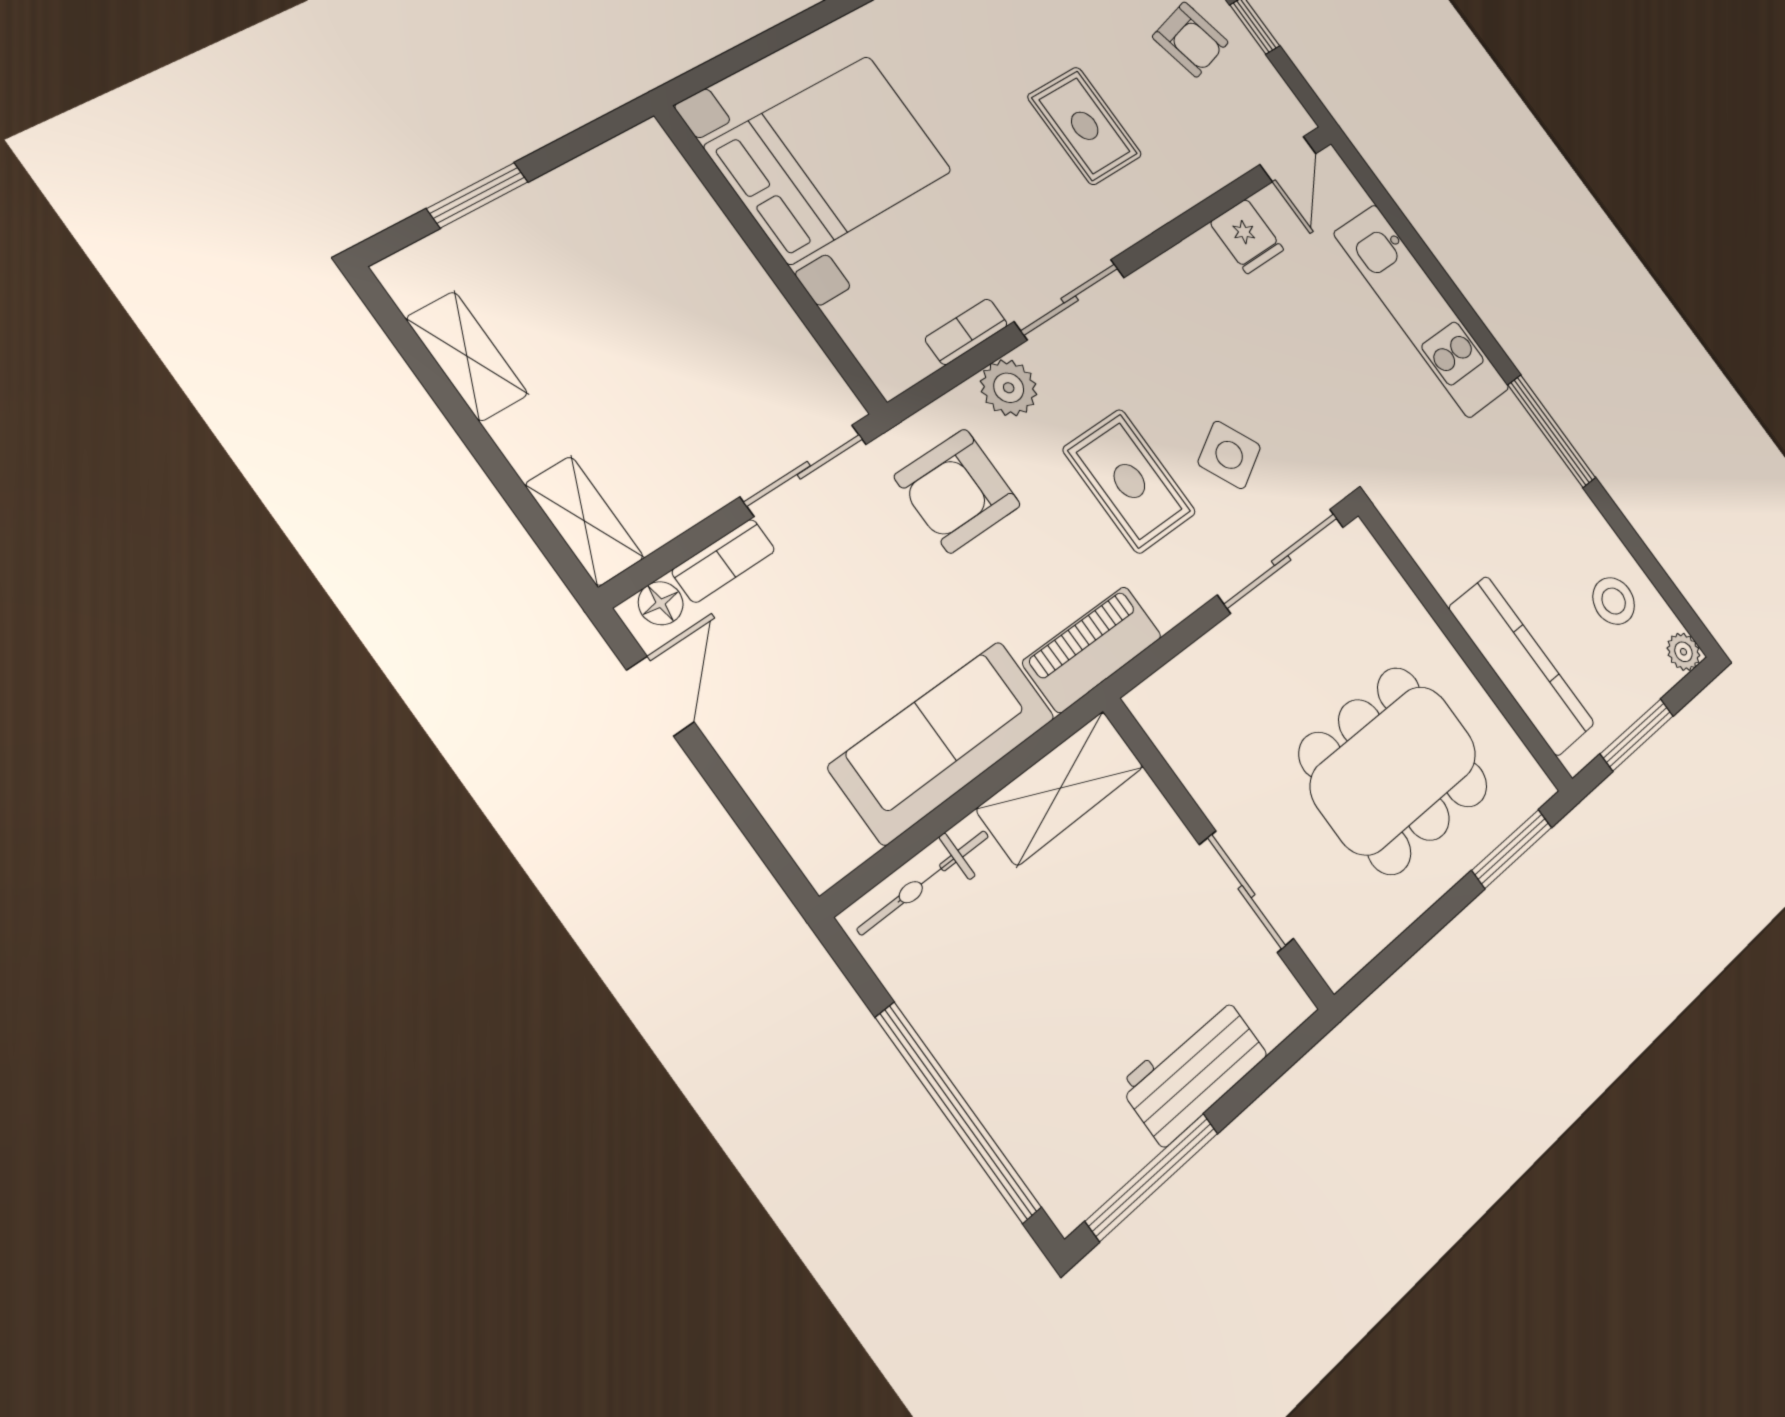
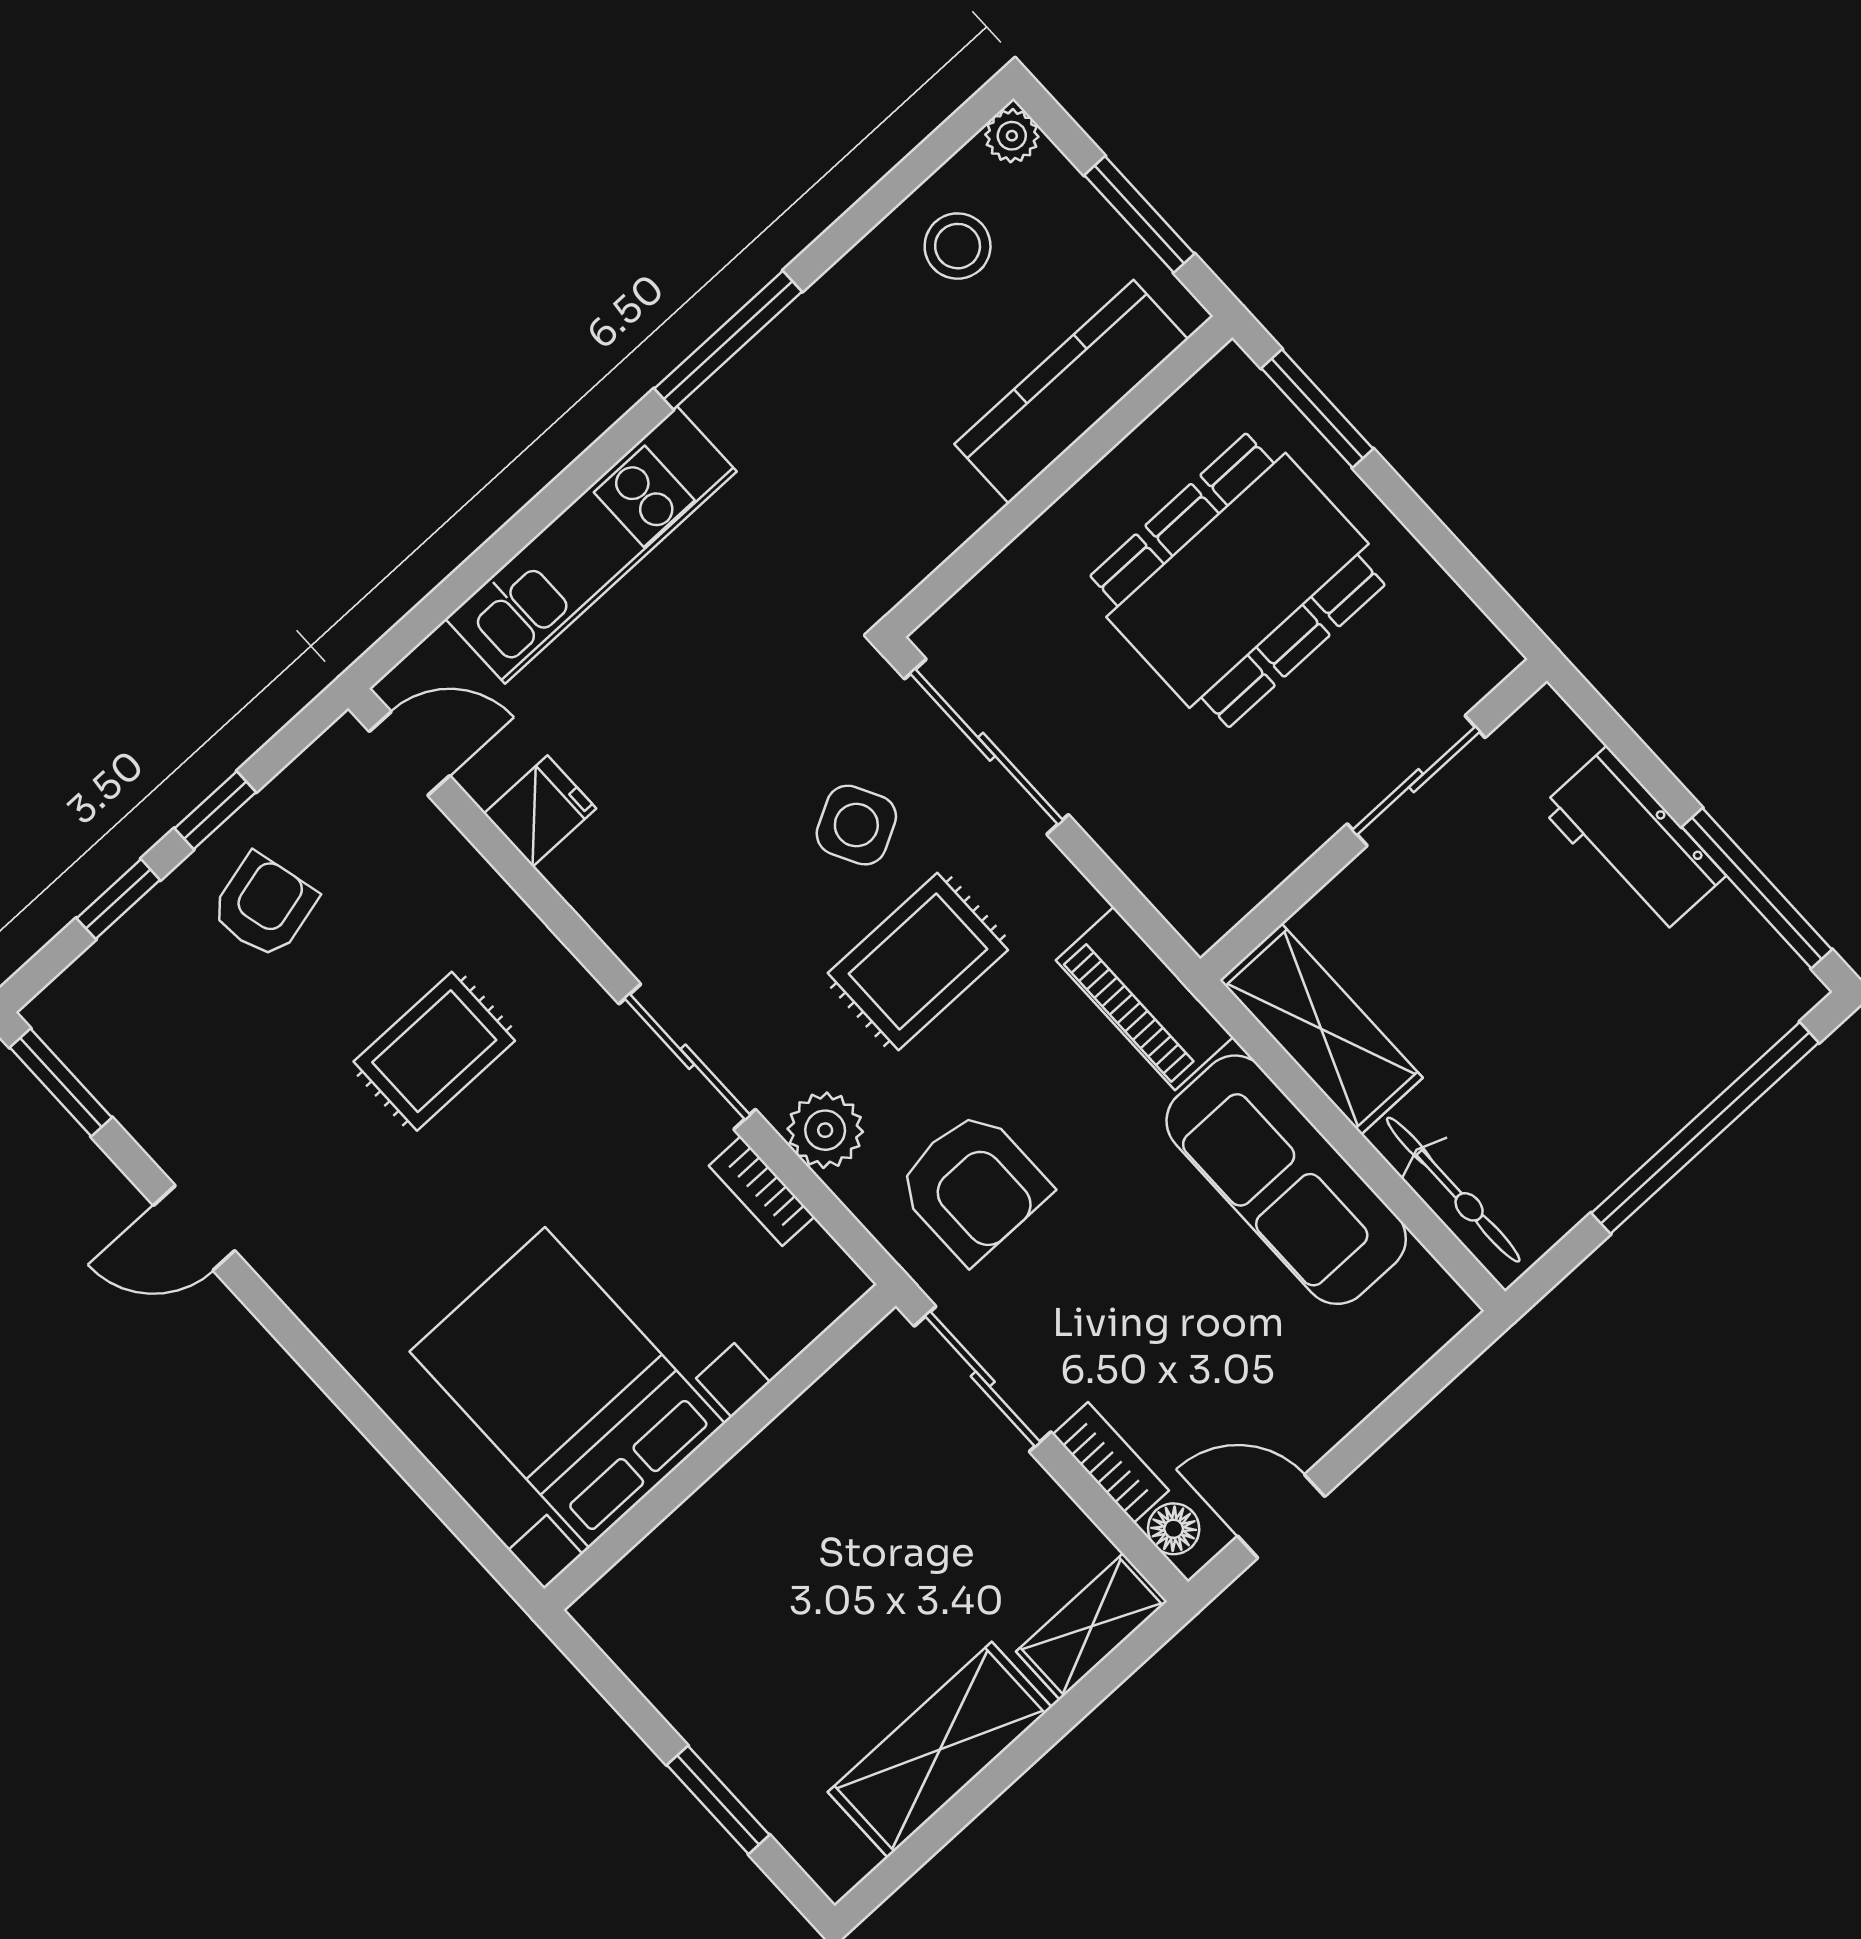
shelving: (467, 356) -> (940, 1750), width x1.50, depth x1.33
dining table: (1394, 770) -> (1238, 580), turned 90

